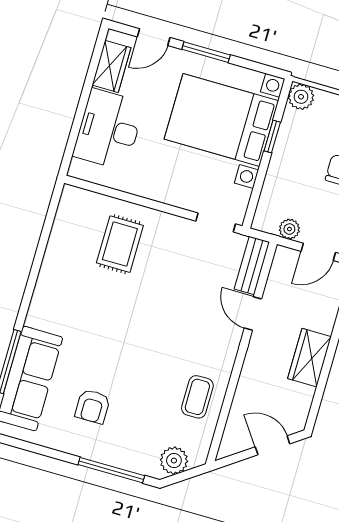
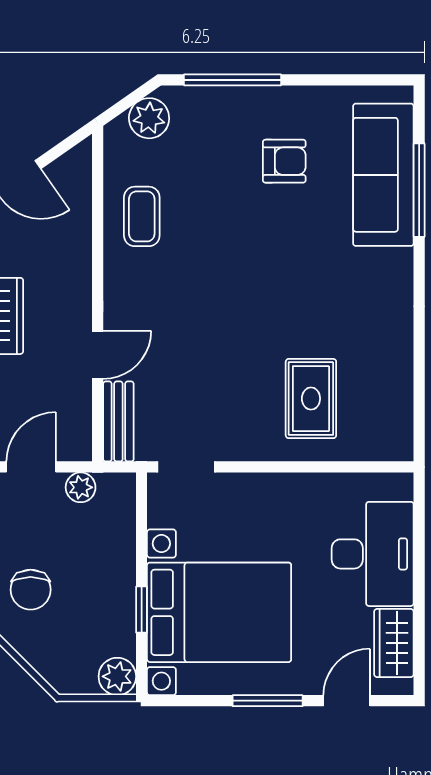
door: (253, 313) -> (98, 355), hinge flipped
armchair: (93, 406) -> (284, 161), turned 90

